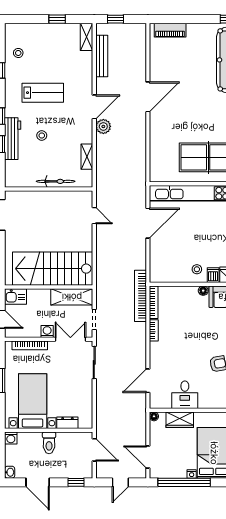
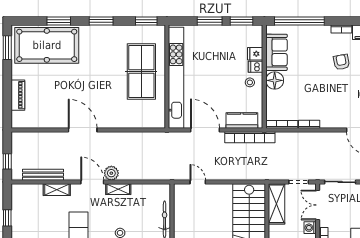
piano: (170, 30) -> (18, 95), moved
shelving: (86, 37) -> (57, 190), moved
shelving: (87, 157) -> (118, 189), moved
door: (94, 216) -> (198, 182), hinge flipped
kitchen counter: (158, 261) -> (242, 120), added
floor lamp: (203, 291) -> (275, 80), width x1.89, depth x1.89
bookcase: (140, 296) -> (250, 137), moved

